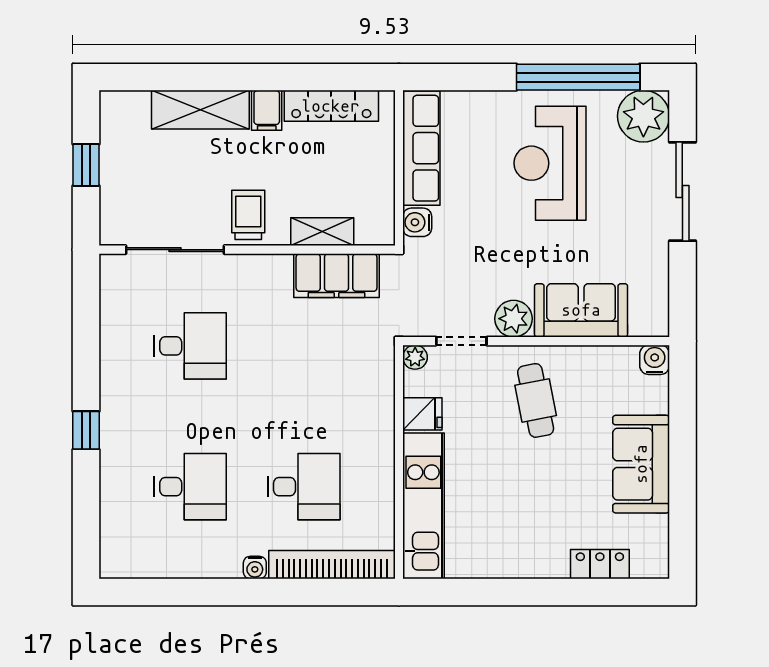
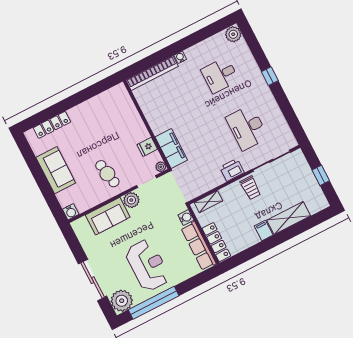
locker: (331, 106) -> (216, 242), moved, turned 90
shelving: (322, 232) -> (208, 202), moved
printer: (268, 273) -> (232, 170), added
filing cabinet: (336, 276) -> (171, 148), moved, turned 90
desk: (190, 346) -> (247, 128), width x1.37
desk: (304, 487) -> (177, 97), removed
kitchen unit: (423, 506) -> (129, 113), removed
plant: (118, 559) -> (233, 34), added
locker: (600, 564) -> (52, 125), width x1.53

